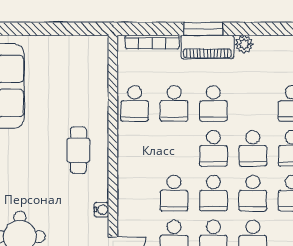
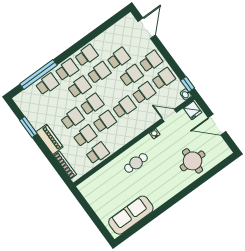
window: (203, 29) -> (28, 127), moved
plant: (244, 44) -> (37, 124), removed
school desk: (213, 193) -> (105, 122), moved

